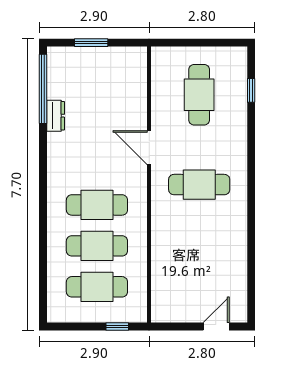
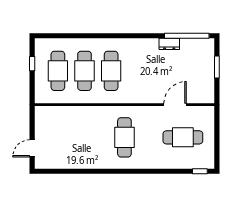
window: (251, 90) -> (200, 171), moved
door: (149, 148) -> (175, 105), moved
window: (117, 326) -> (32, 64), moved
door: (216, 326) -> (32, 148), swing flipped

